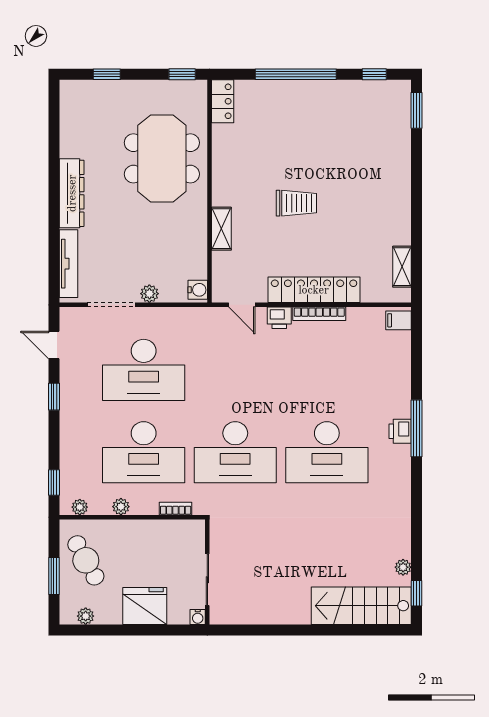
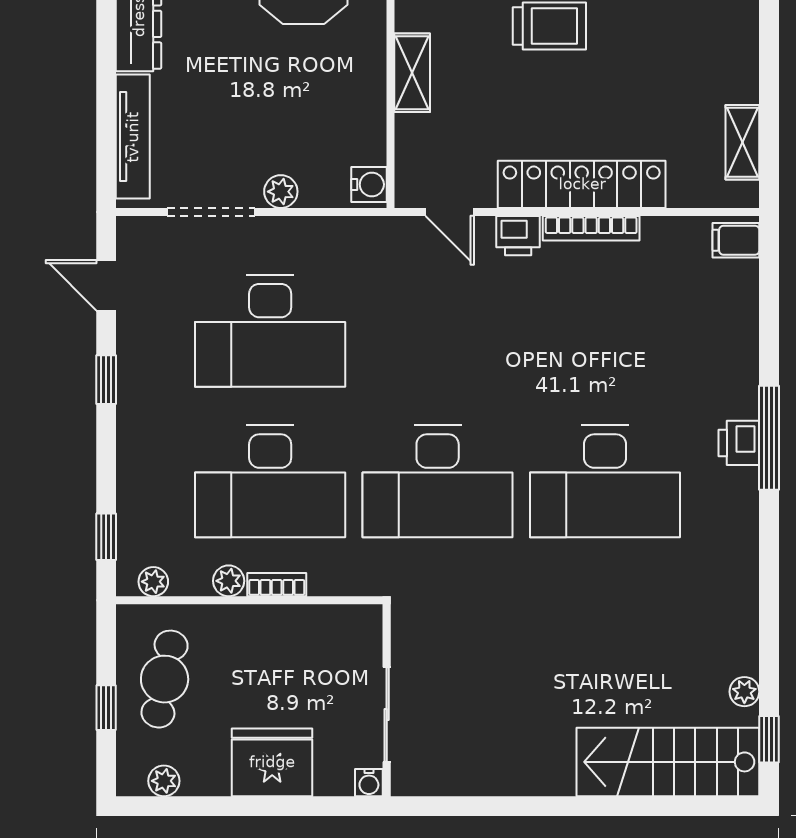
bookcase: (176, 509) -> (277, 585), moved
cafe table: (86, 560) -> (165, 679), turned 40
window: (54, 576) -> (106, 708), width x0.67

